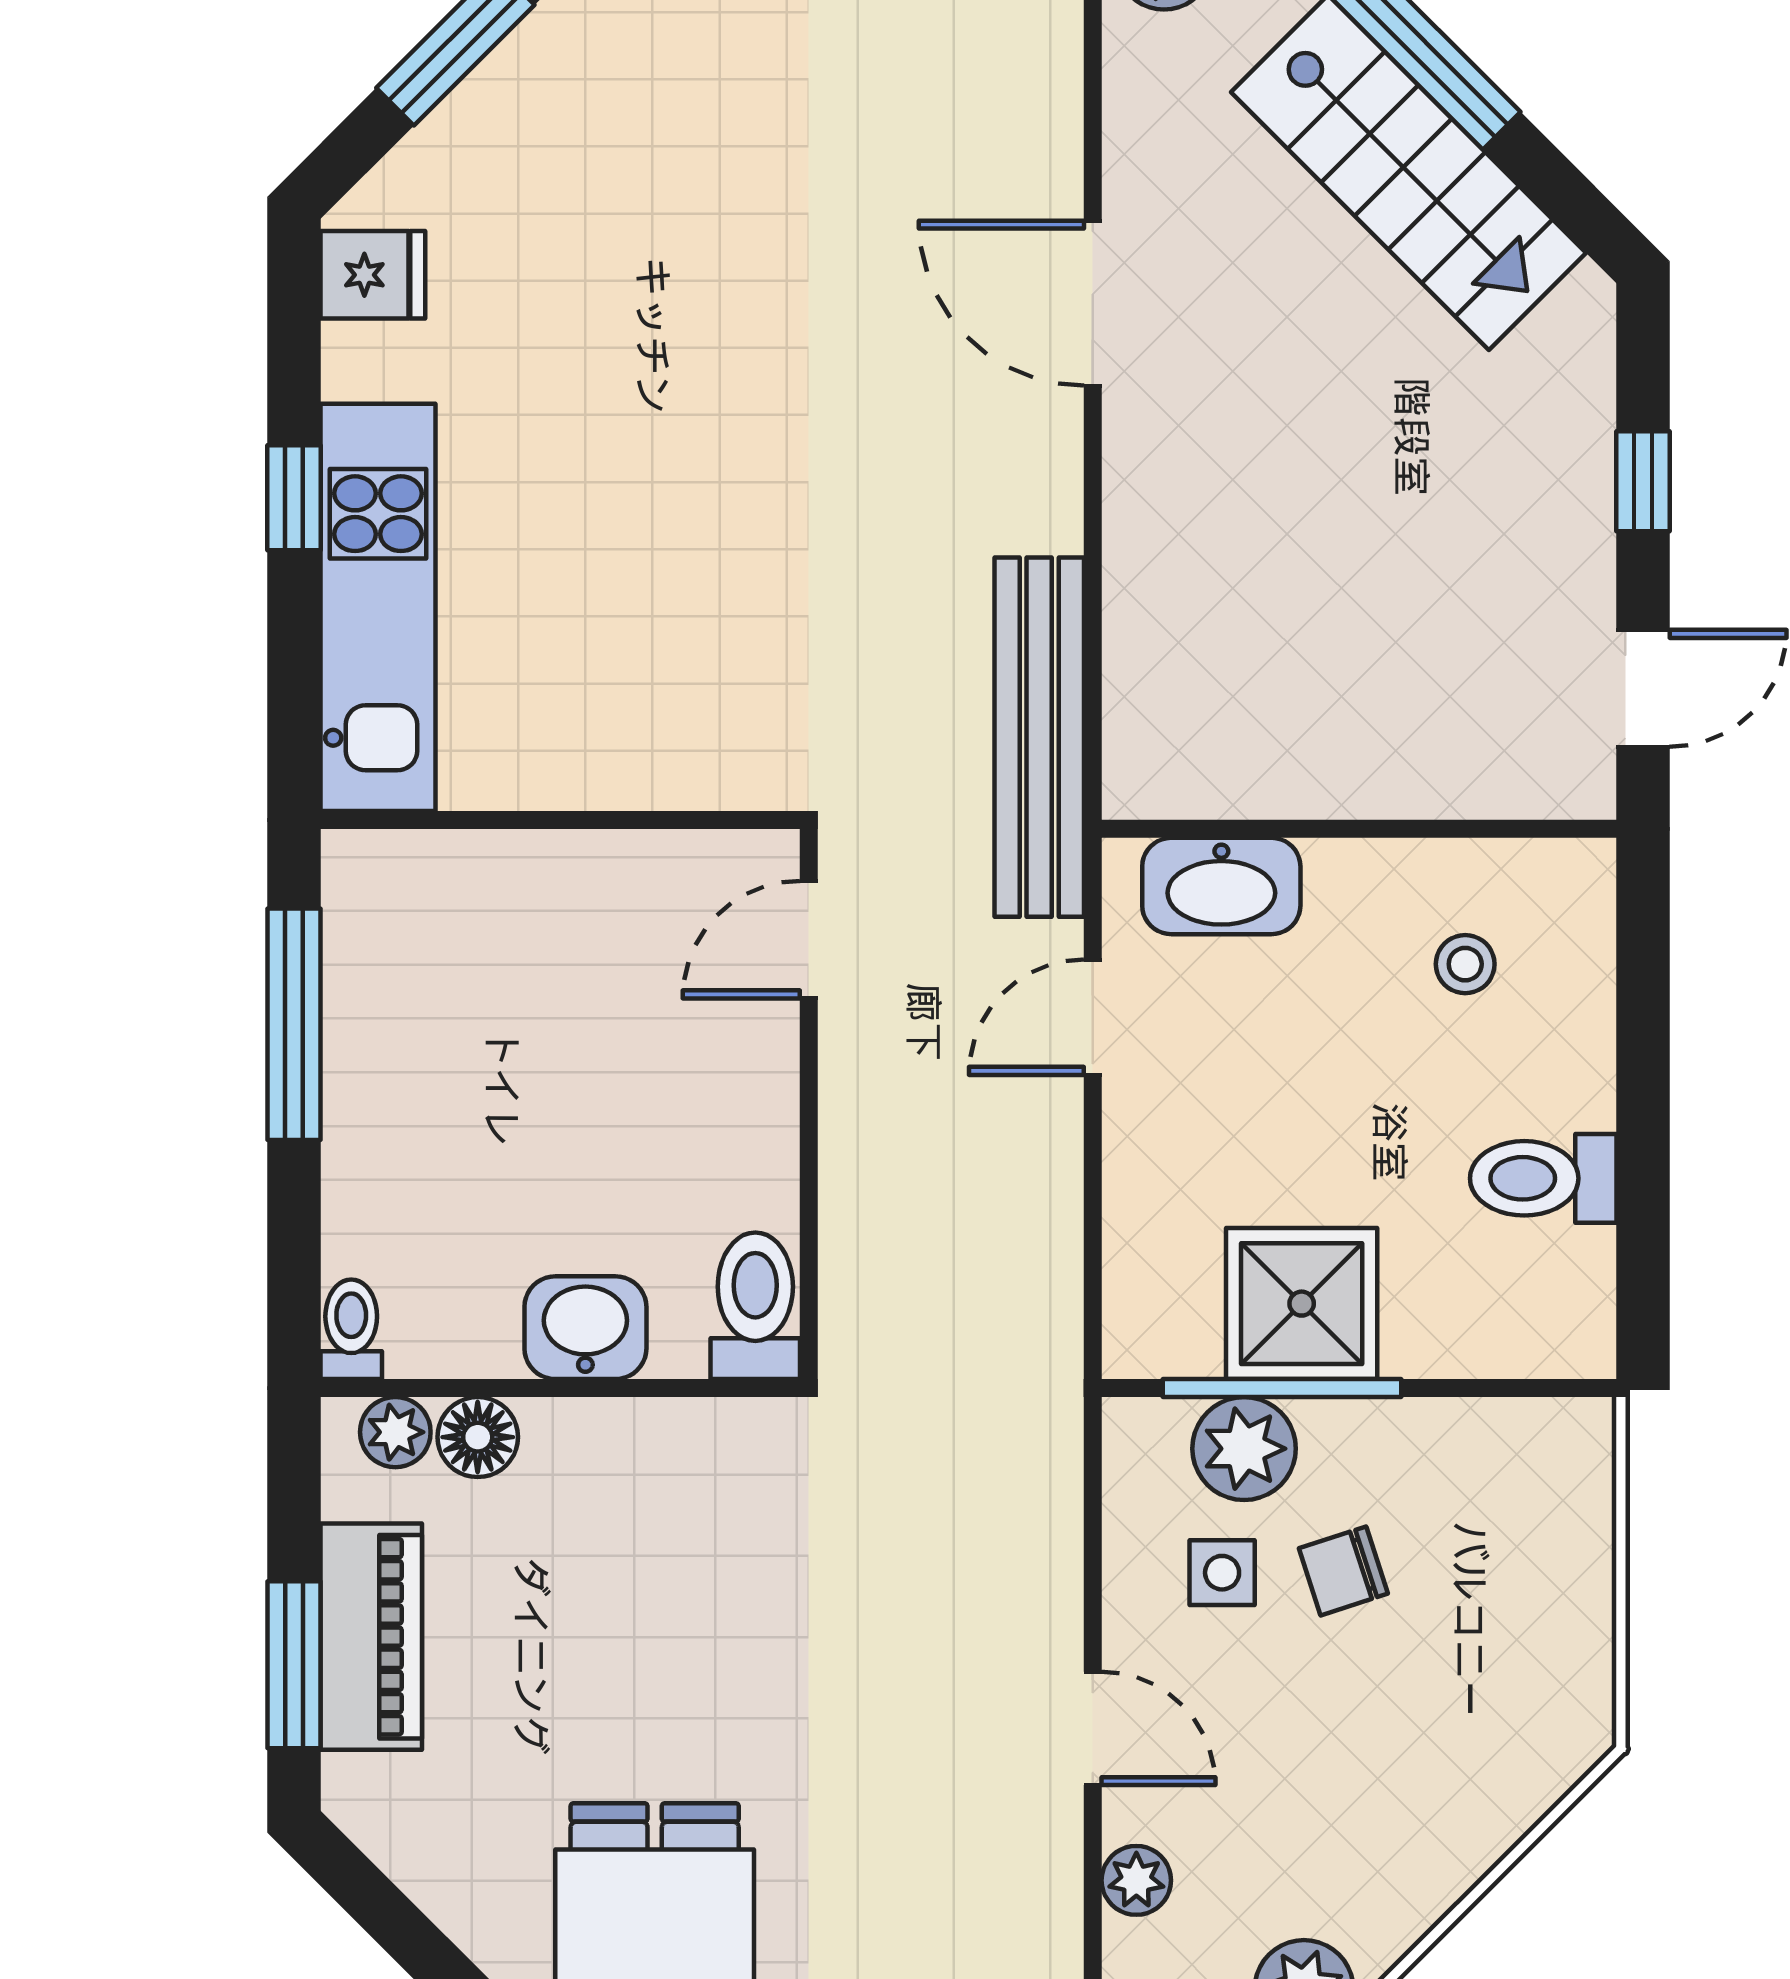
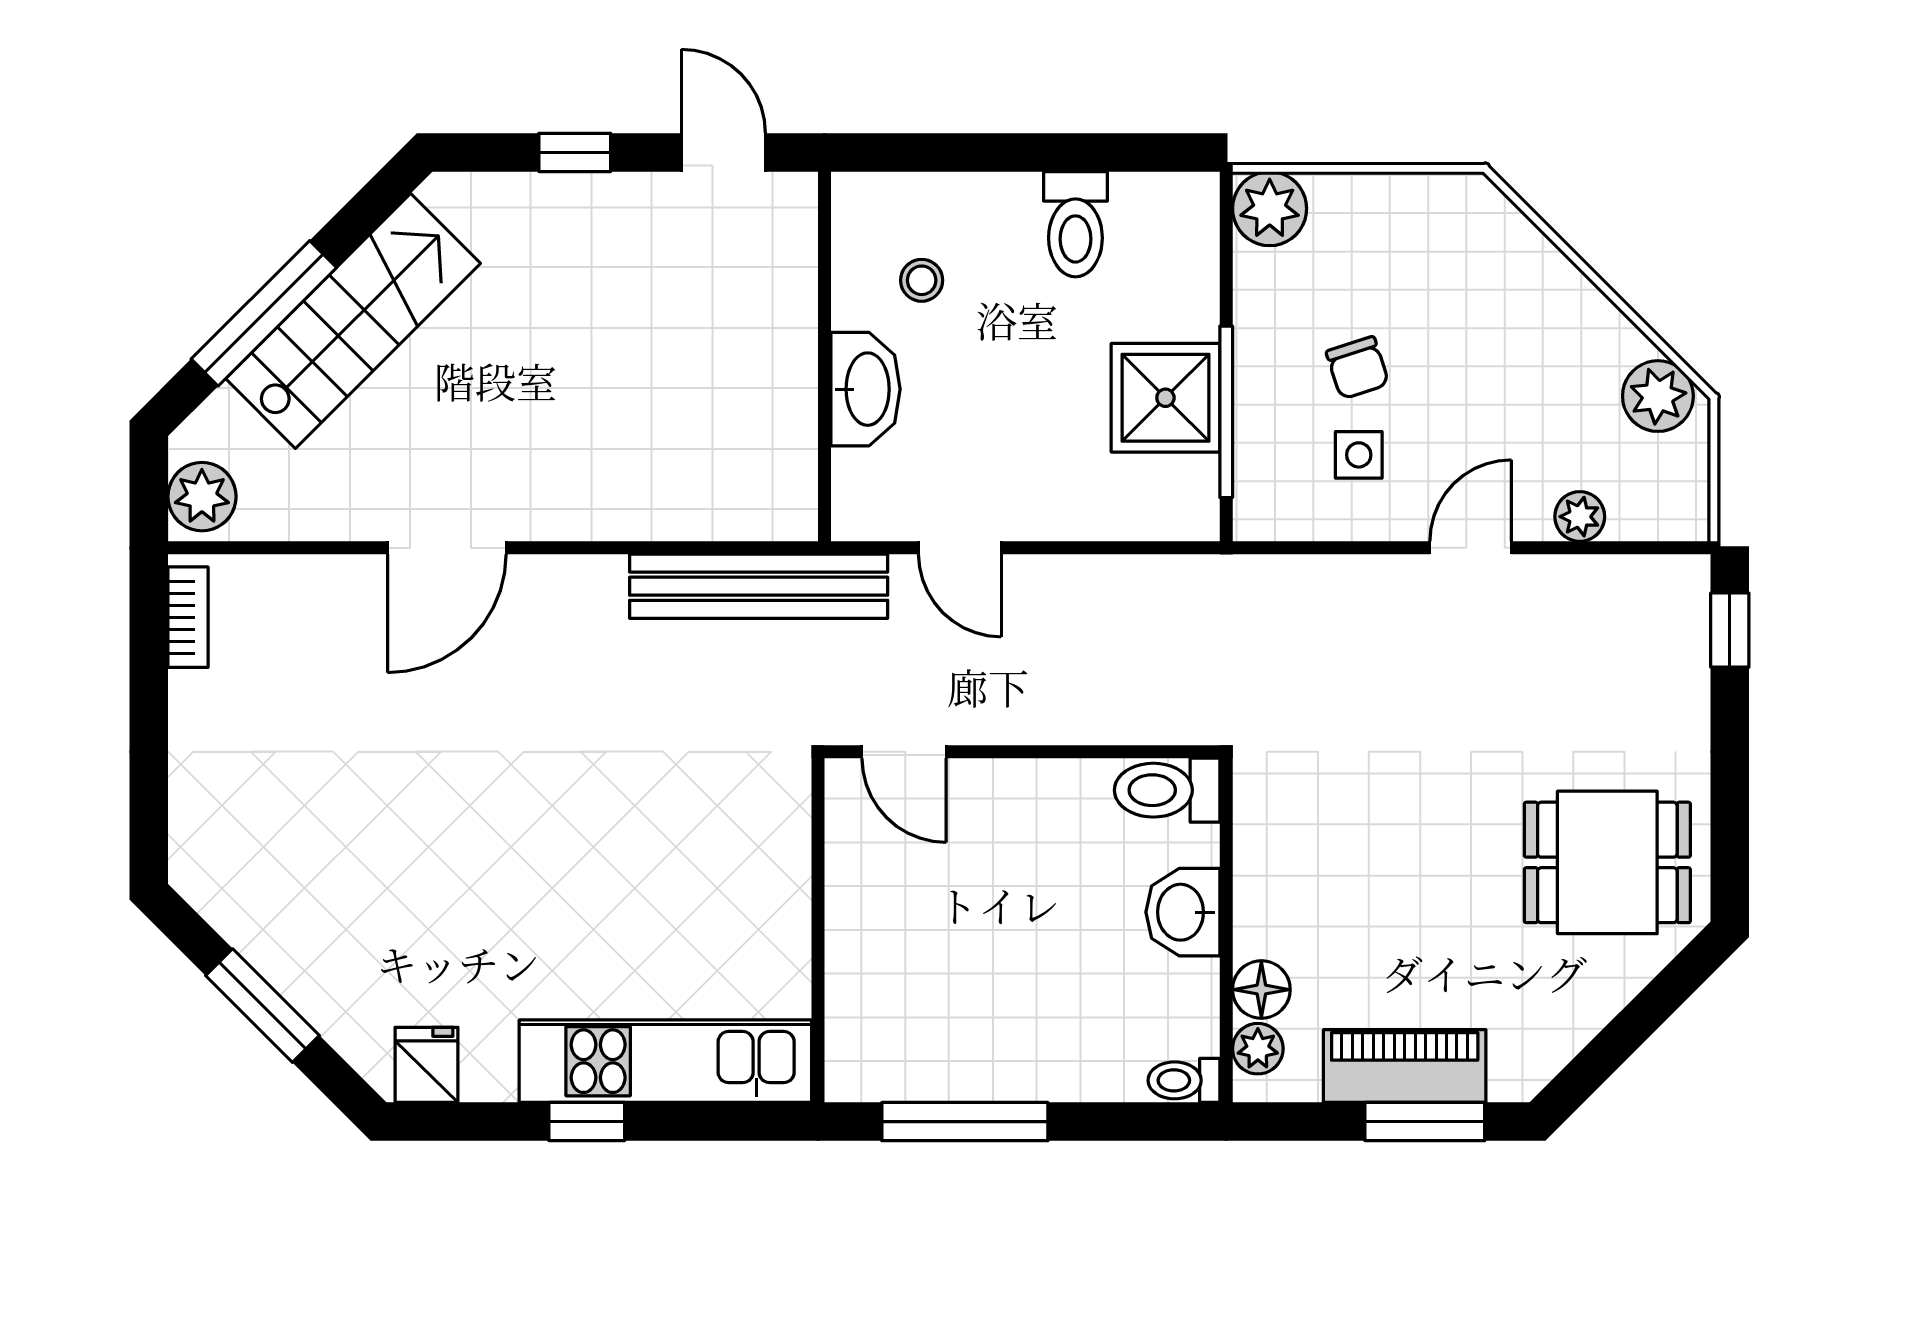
washbasin: (1221, 886) -> (866, 389), moved
plant: (1244, 1449) -> (1270, 209), moved

